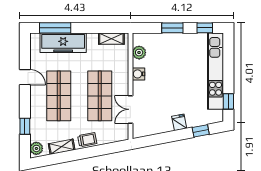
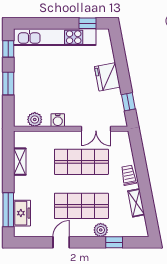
shelving: (111, 39) -> (20, 162), moved
freezer: (63, 43) -> (22, 213), width x0.52, depth x0.79
fridge: (179, 122) -> (107, 77), width x1.88, depth x1.34
window: (201, 131) -> (128, 102), moved
plant: (36, 148) -> (101, 230), moved

